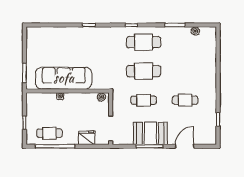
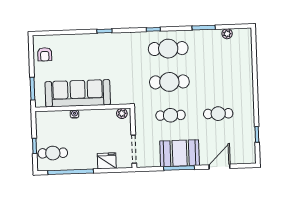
armchair: (36, 43) -> (45, 54), added
cafe table: (50, 133) -> (53, 153), moved

